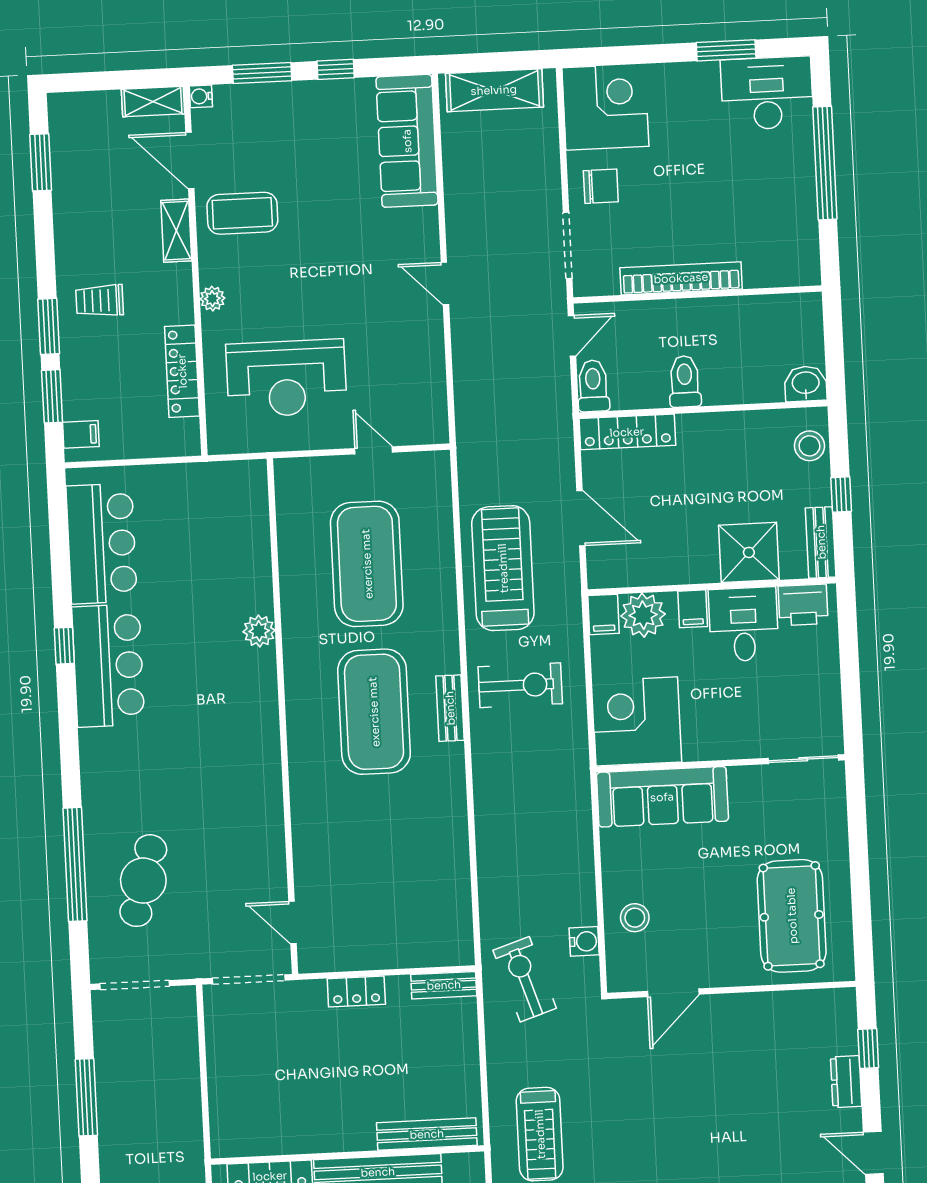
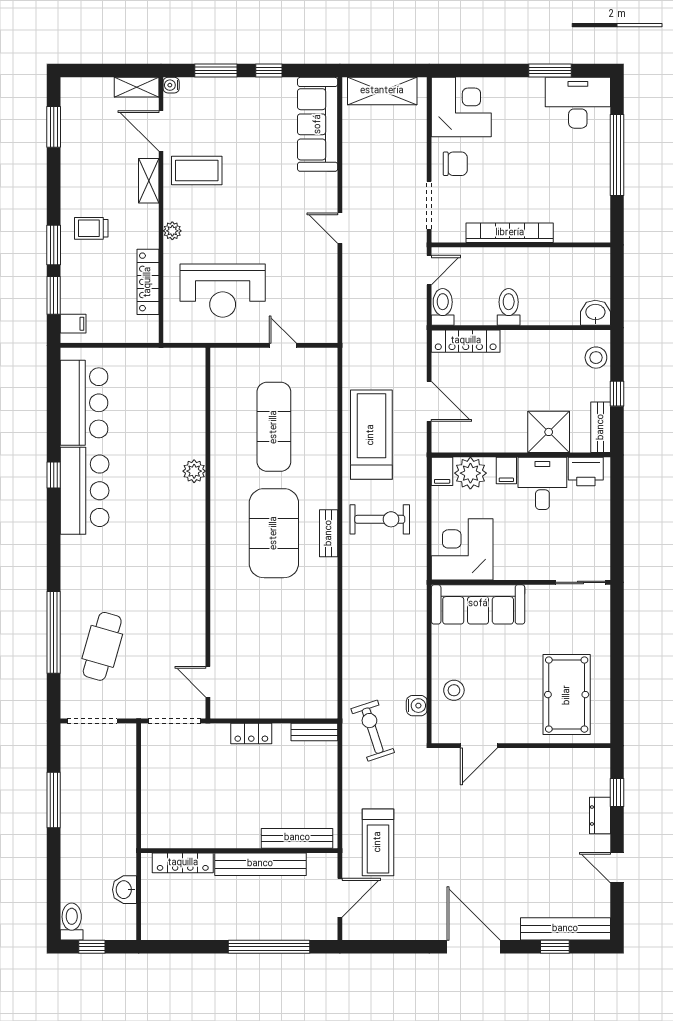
exercise mat: (367, 564) -> (274, 427), width x0.68

